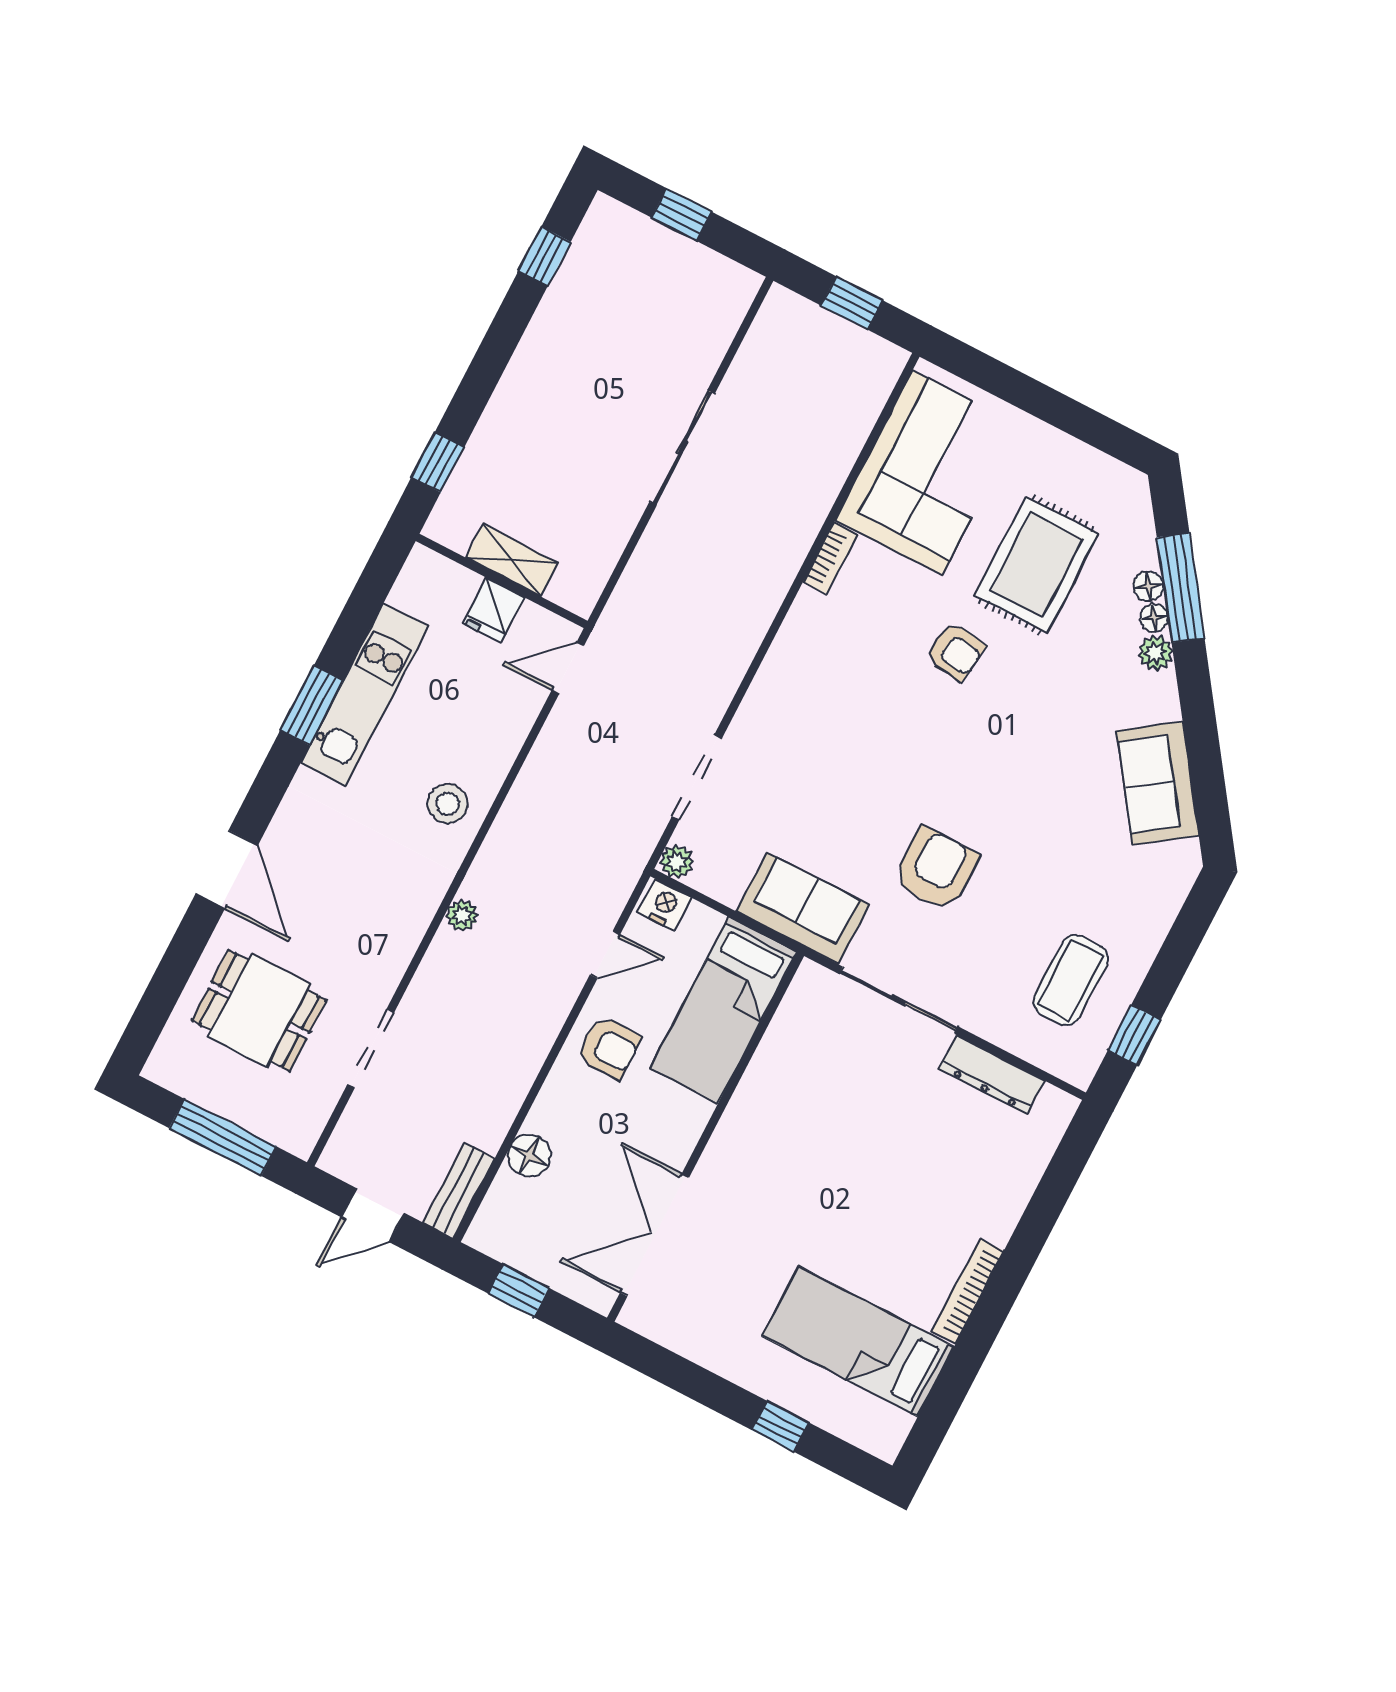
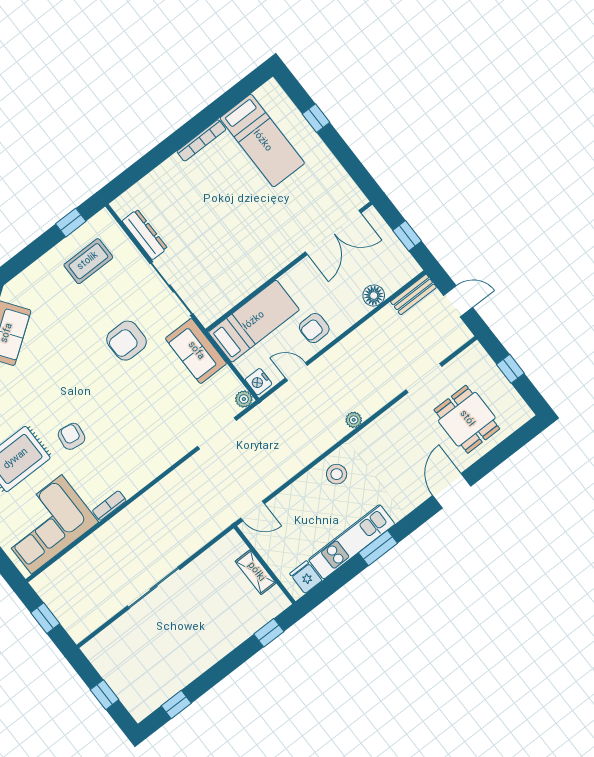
fridge: (494, 610) -> (306, 577), moved, turned -90
armchair: (609, 1048) -> (314, 328), turned -91
window: (223, 1137) -> (510, 369), width x0.46

